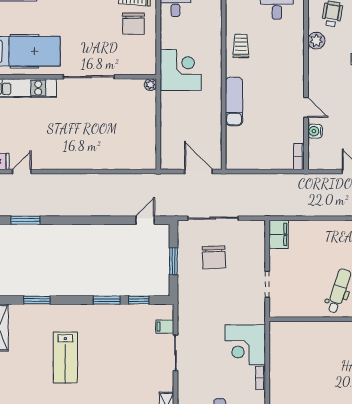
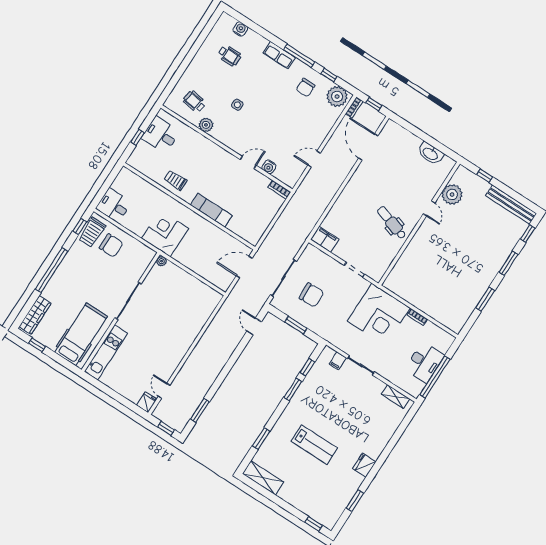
corner desk: (245, 345) -> (379, 315), width x1.36, depth x1.36

